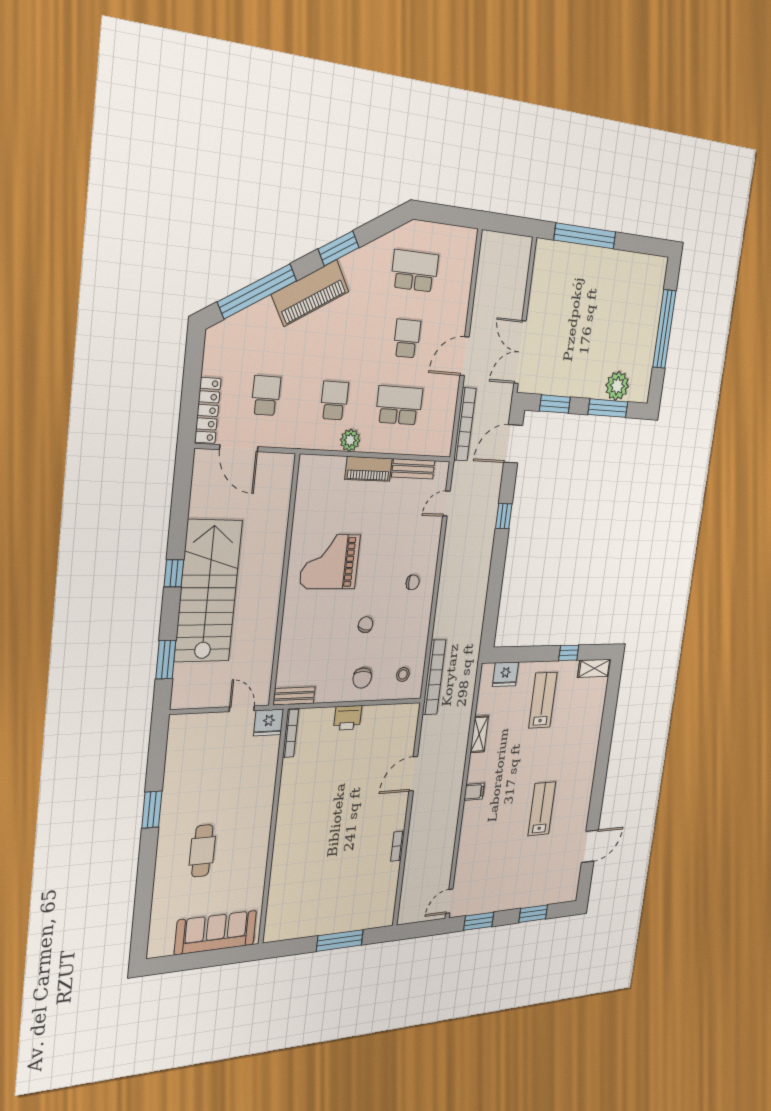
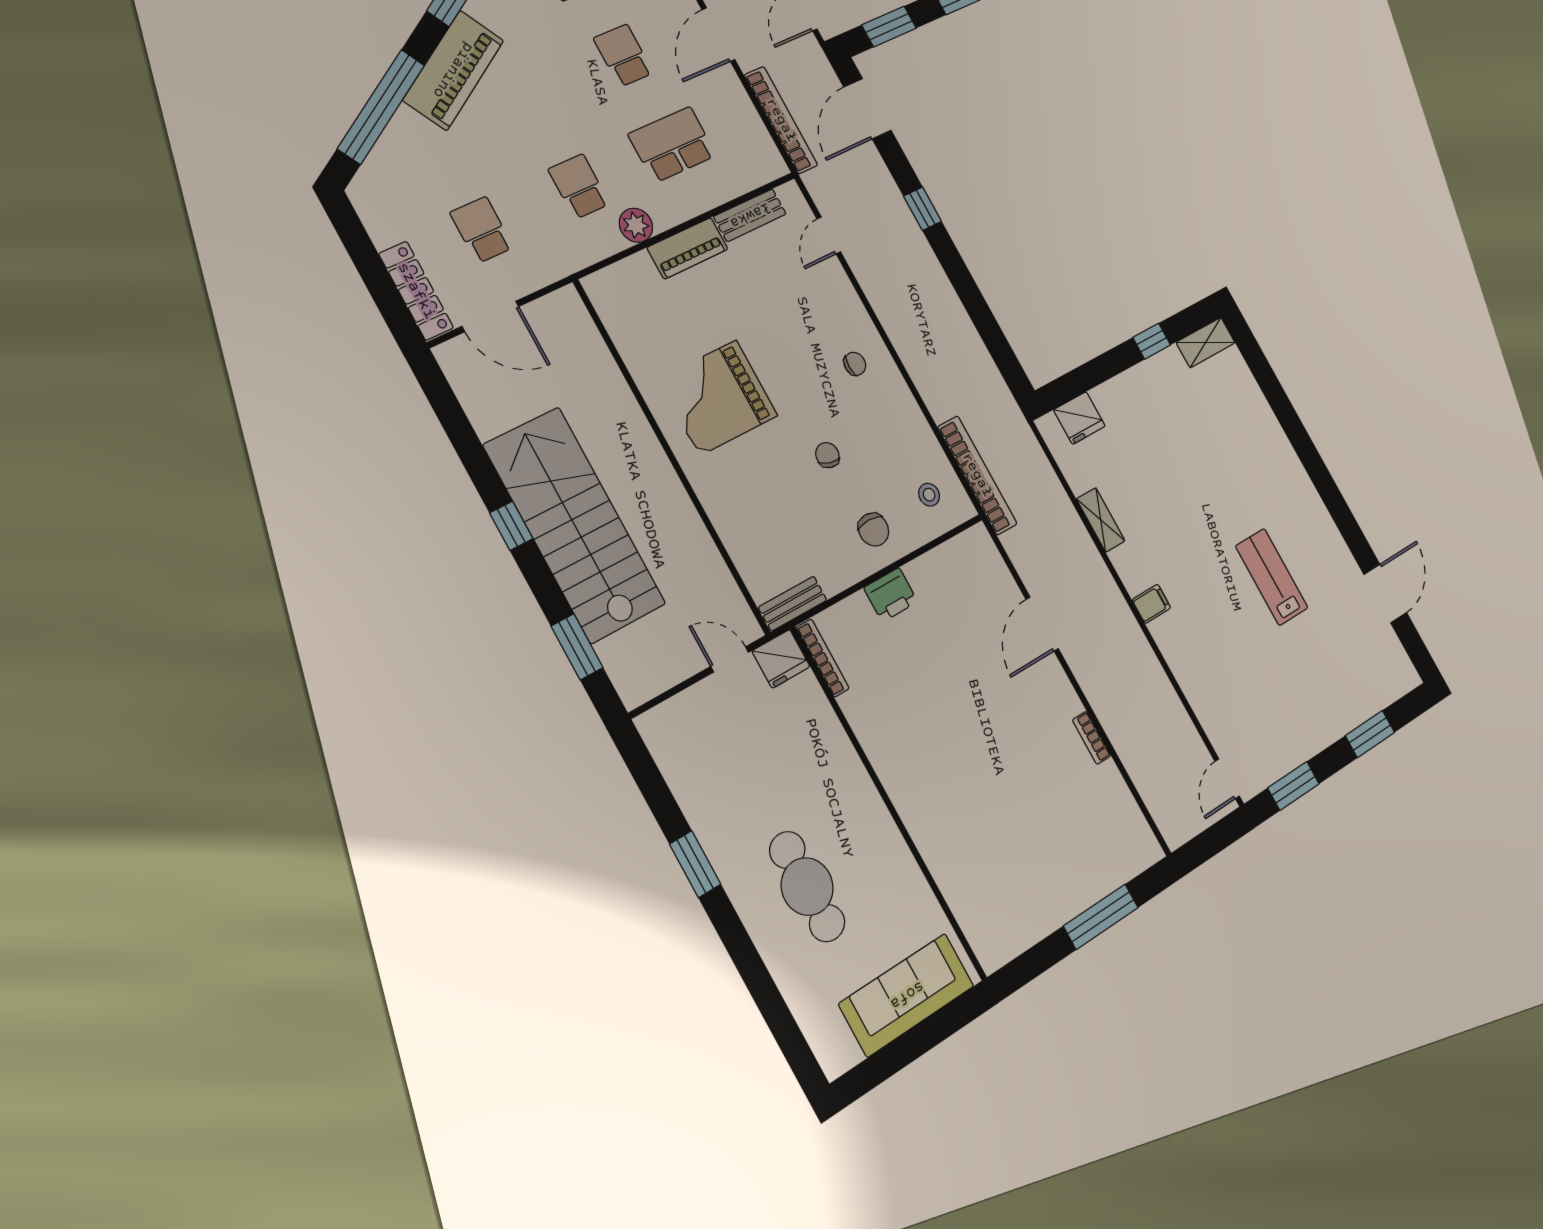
lab bench: (543, 700) -> (1161, 425), removed
cafe table: (202, 851) -> (807, 887), width x1.37, depth x1.35

